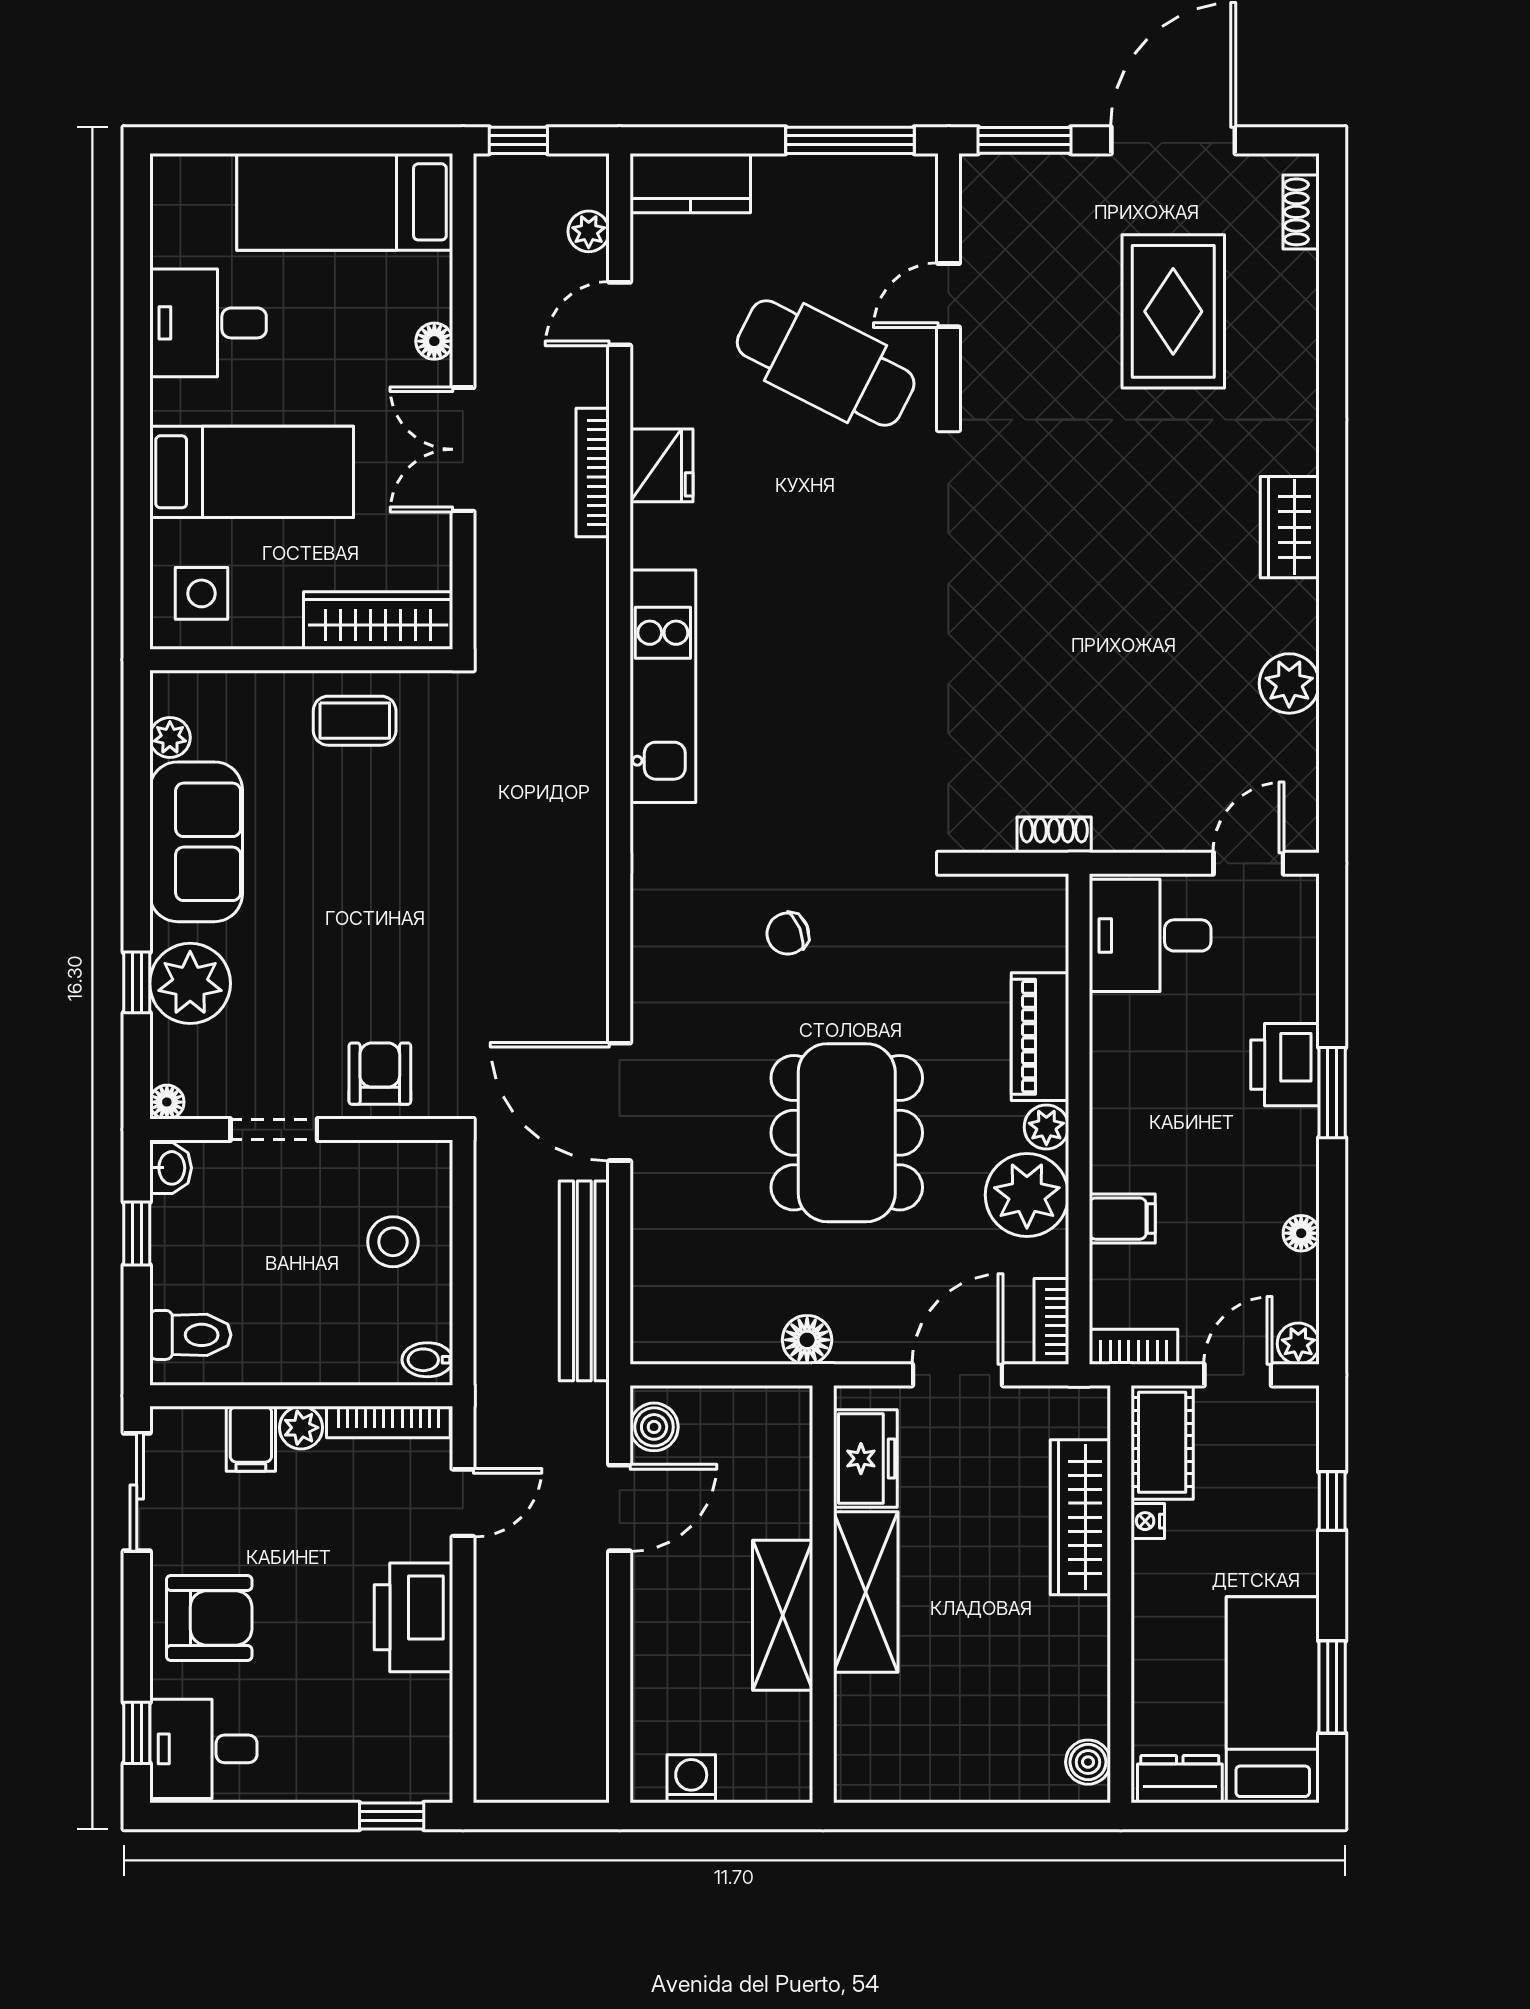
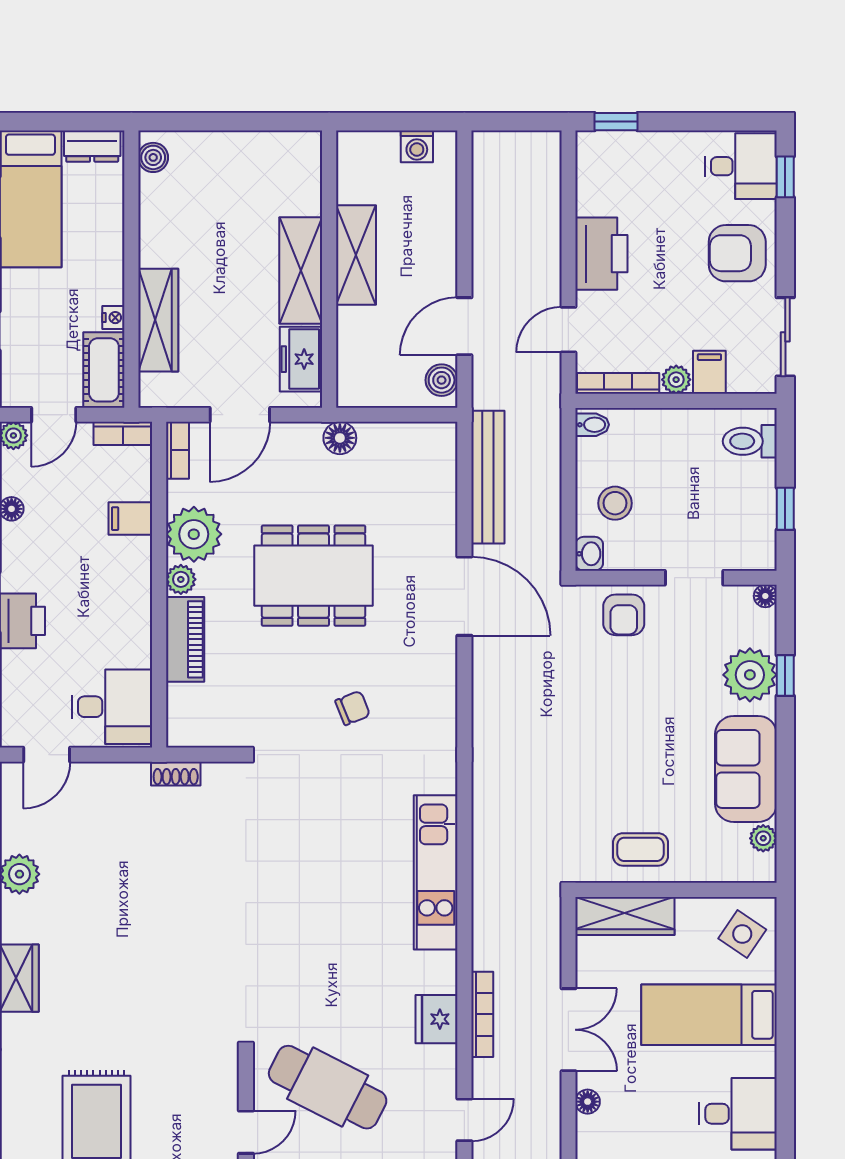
side table: (202, 593) -> (742, 934), turned 34
dining table: (847, 1133) -> (313, 576), turned 90
washbasin: (171, 1168) -> (589, 554), moved, turned 180

